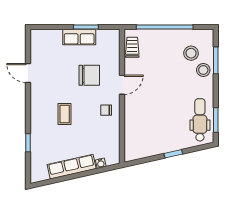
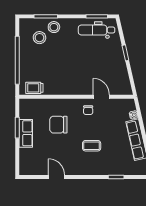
door: (28, 73) -> (56, 177), swing flipped
chair: (89, 75) -> (58, 125), turned -90
door: (122, 85) -> (101, 97), moved

